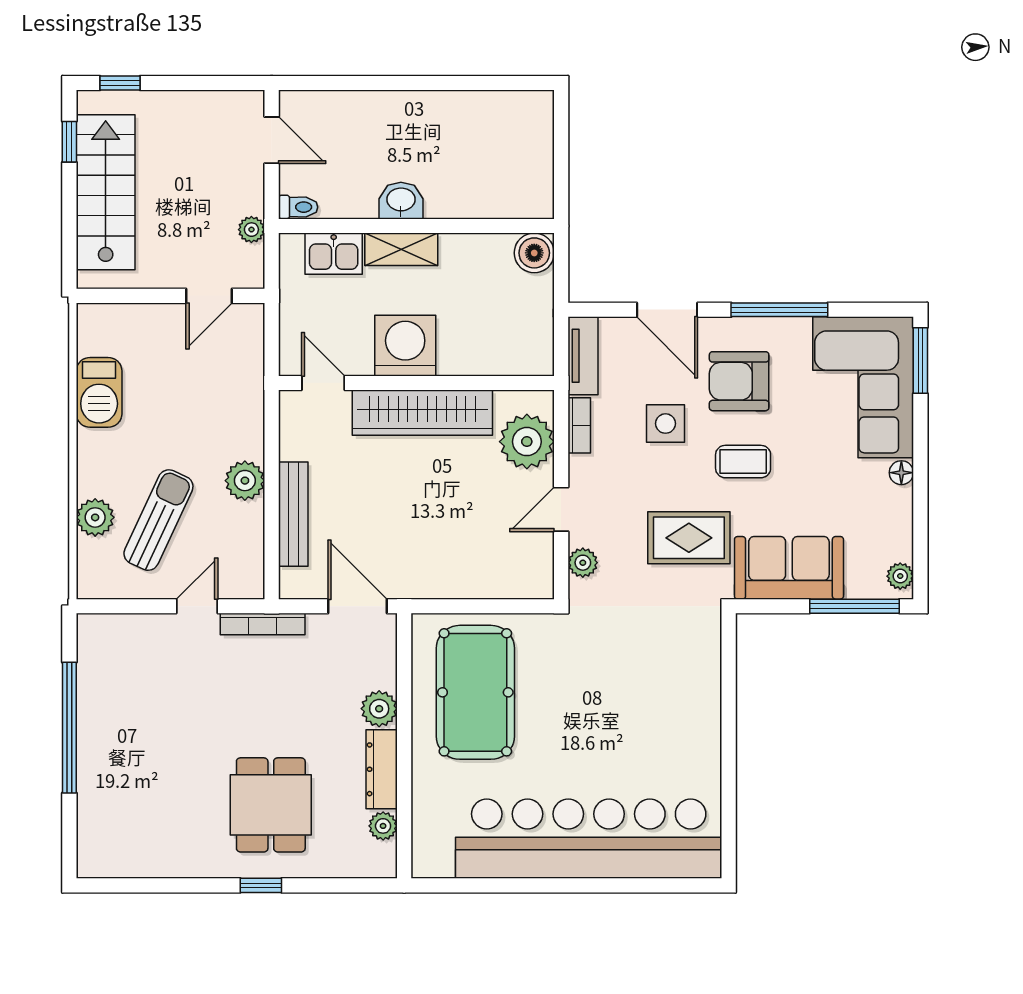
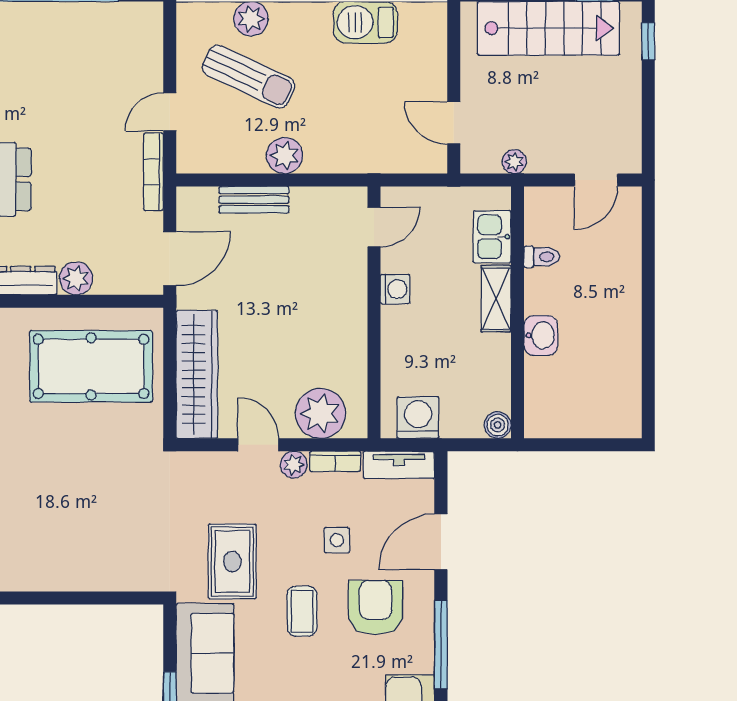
washbasin: (401, 201) -> (541, 335), moved
toilet: (298, 207) -> (542, 257), moved, turned -90
boiler: (534, 253) -> (498, 425), width x0.73, depth x0.73
washing machine: (531, 335) -> (418, 418), added
washing machine: (405, 346) -> (395, 289), width x0.53, depth x0.53
wardrobe: (422, 413) -> (197, 374), moved, turned 180
side table: (665, 424) -> (337, 540), width x0.73, depth x0.73
bench: (293, 514) -> (254, 200), width x0.73
plant: (583, 563) -> (294, 465), moved
door: (197, 606) -> (170, 112), swing flipped

